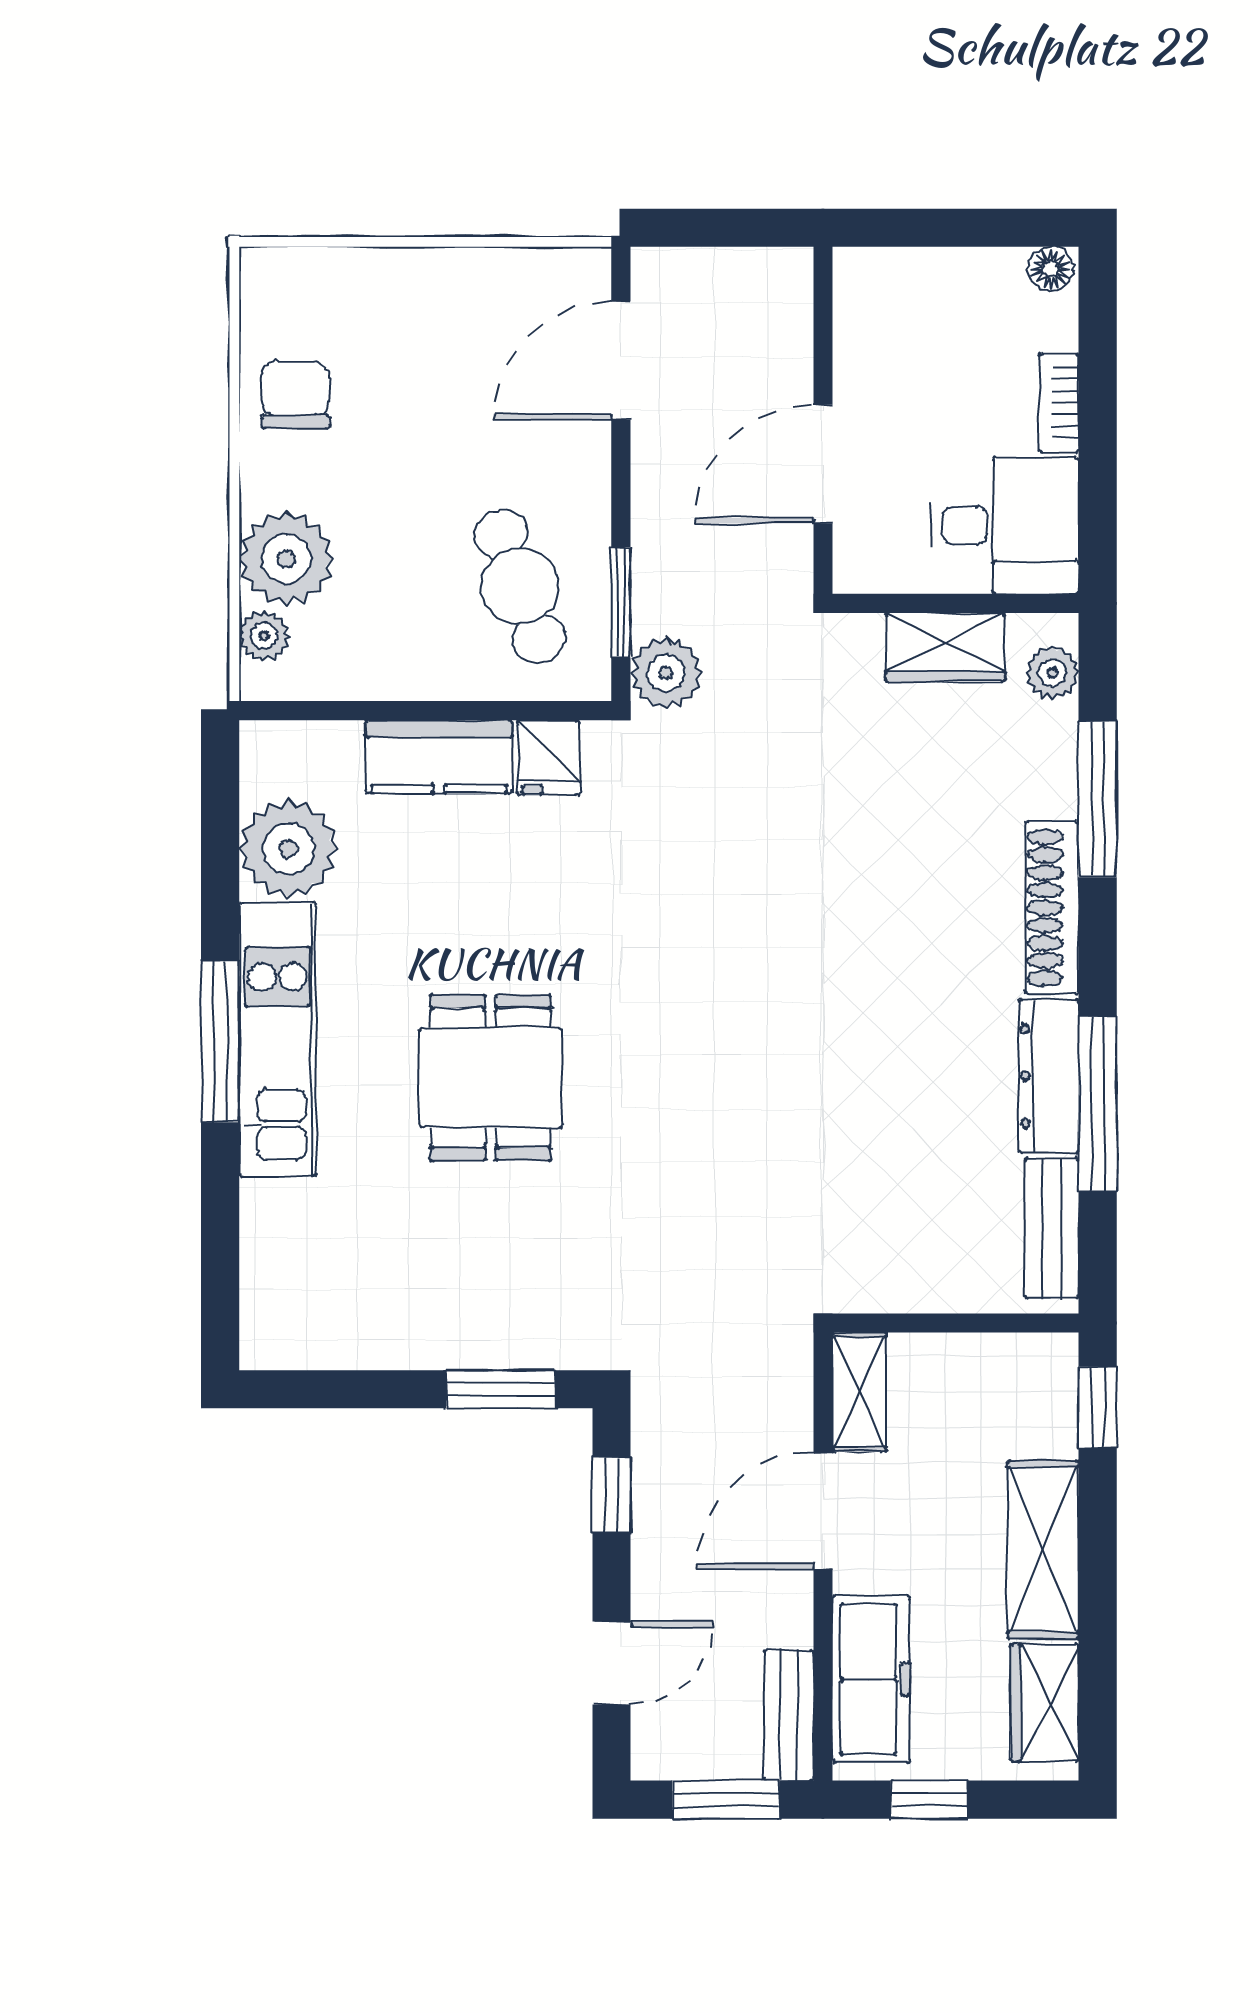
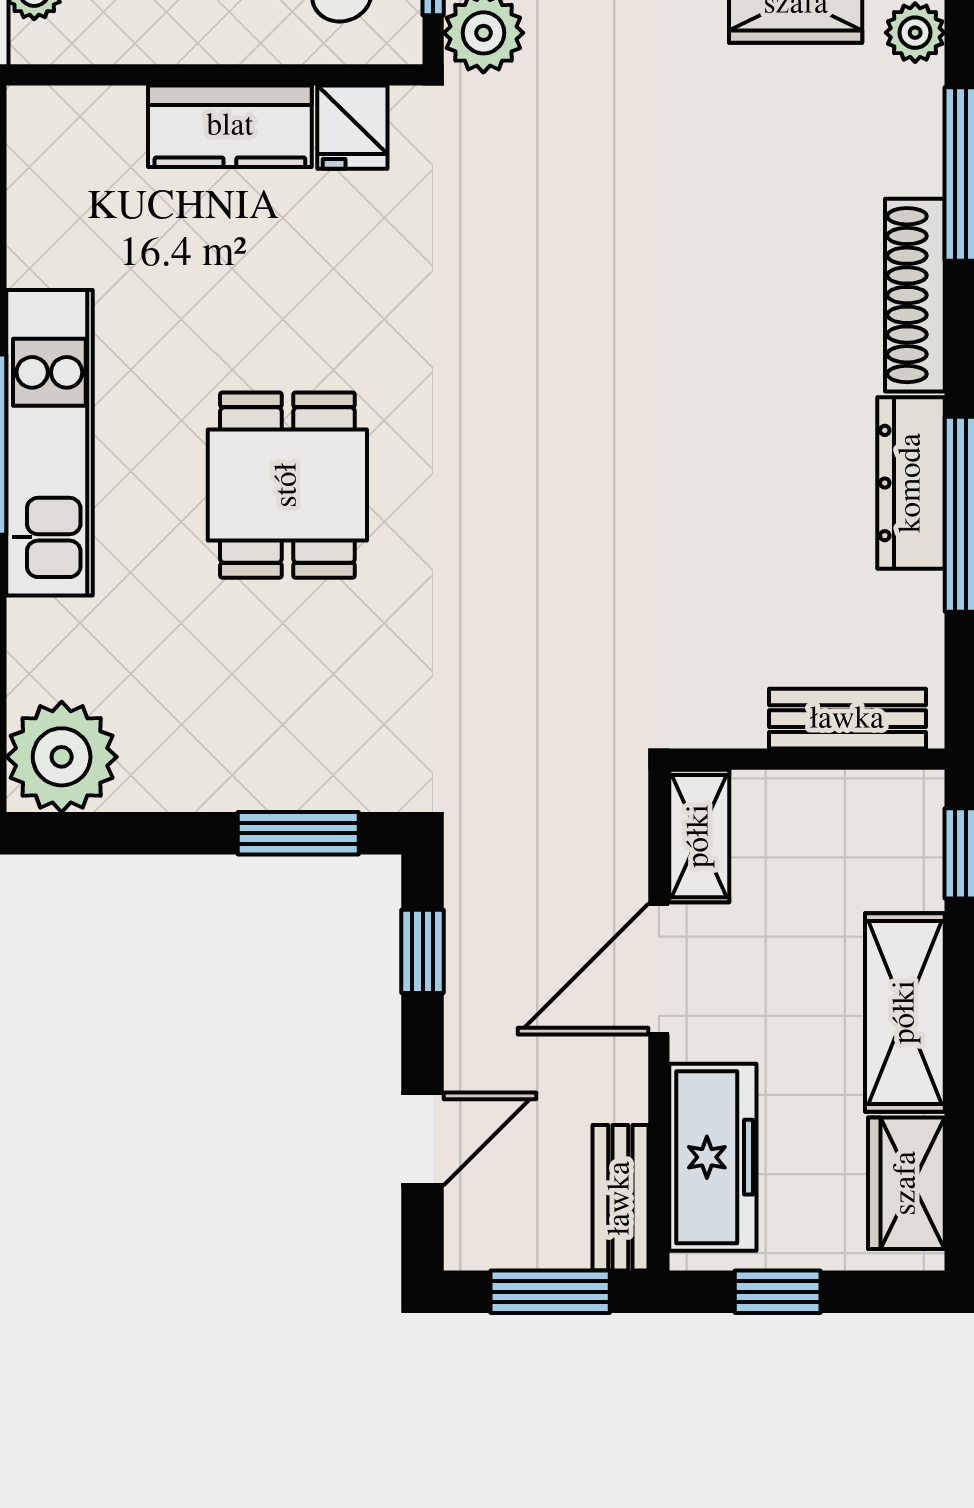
plant: (288, 848) -> (62, 757), moved
bench: (1052, 1228) -> (847, 719), moved, turned 90

